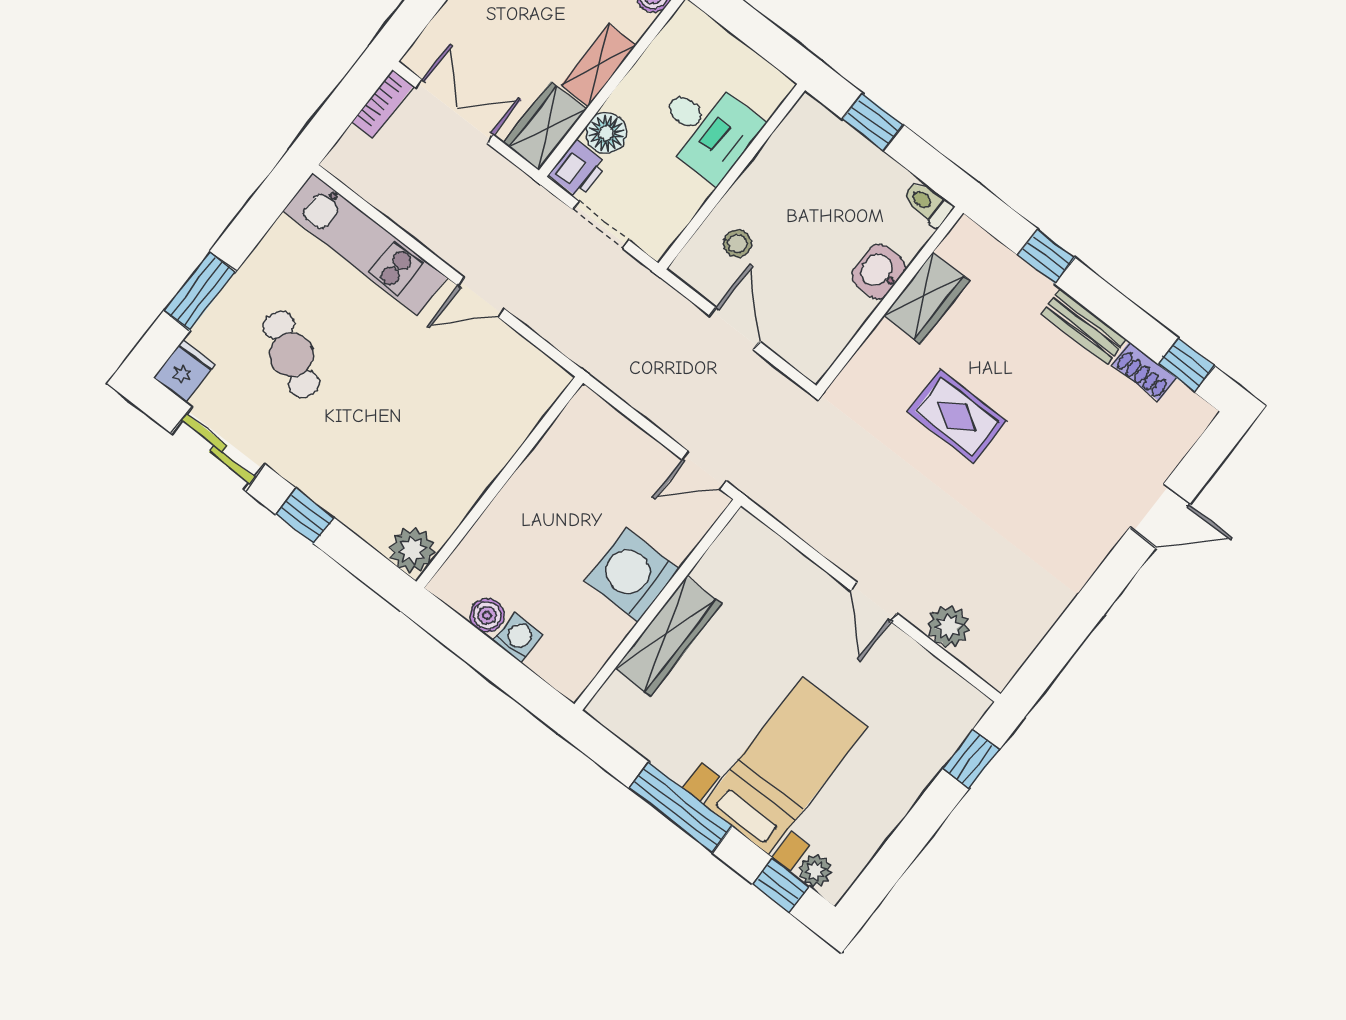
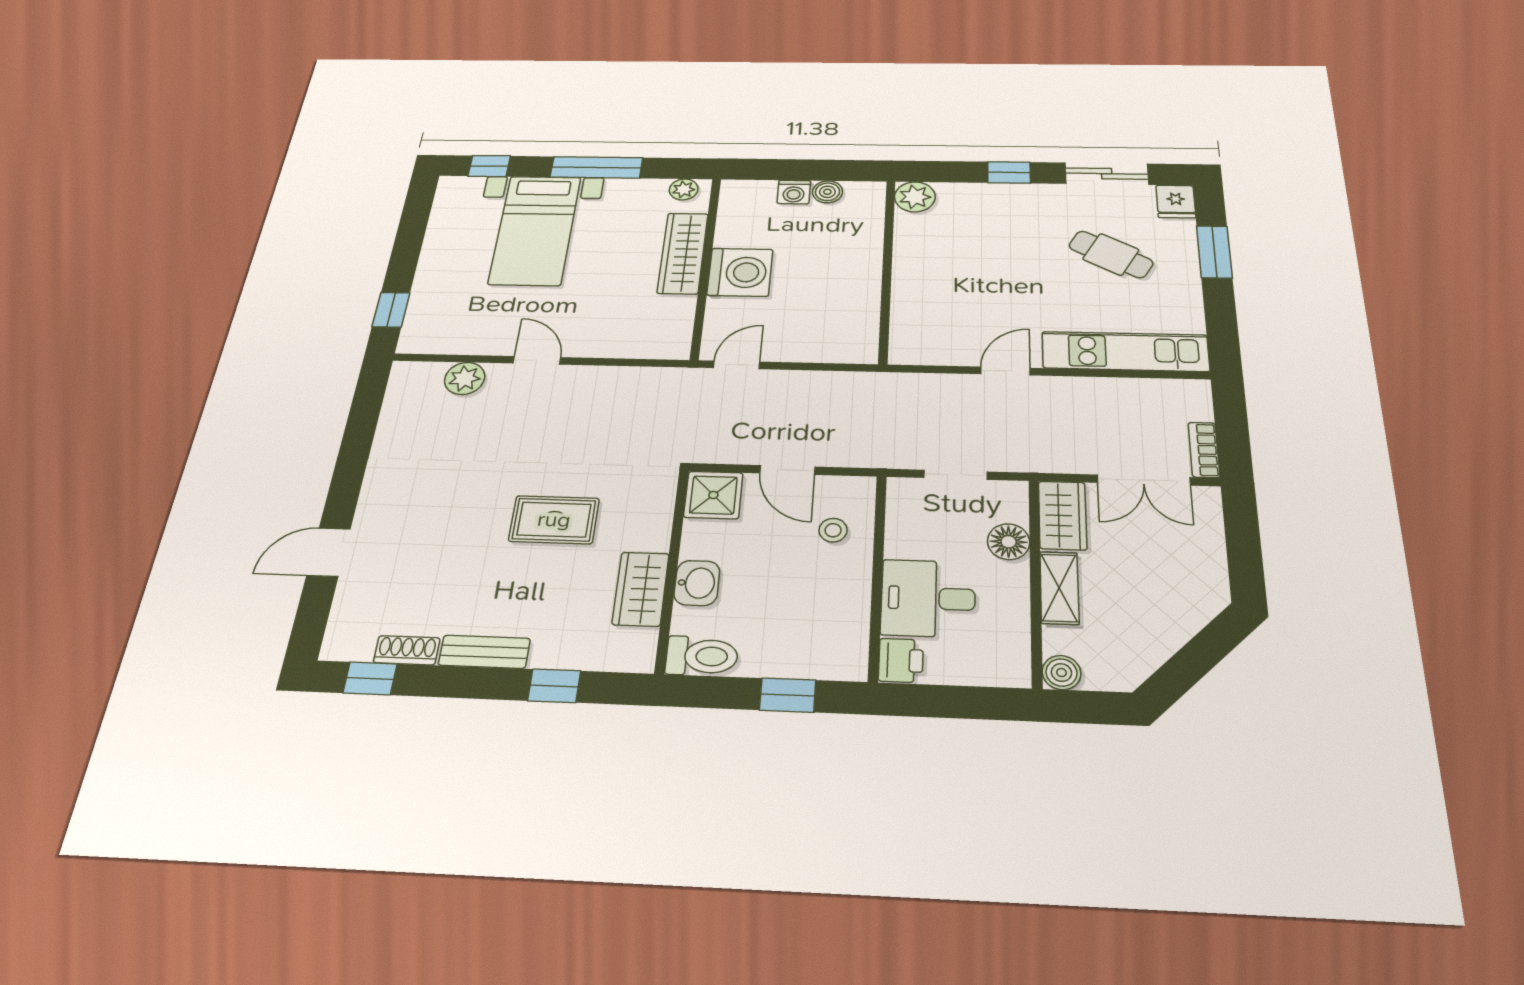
printer: (578, 169) -> (901, 660), moved, turned 180
toilet: (927, 203) -> (702, 656), width x1.37, depth x1.39
shower: (811, 347) -> (713, 495), added
plant: (815, 871) -> (684, 189), moved

